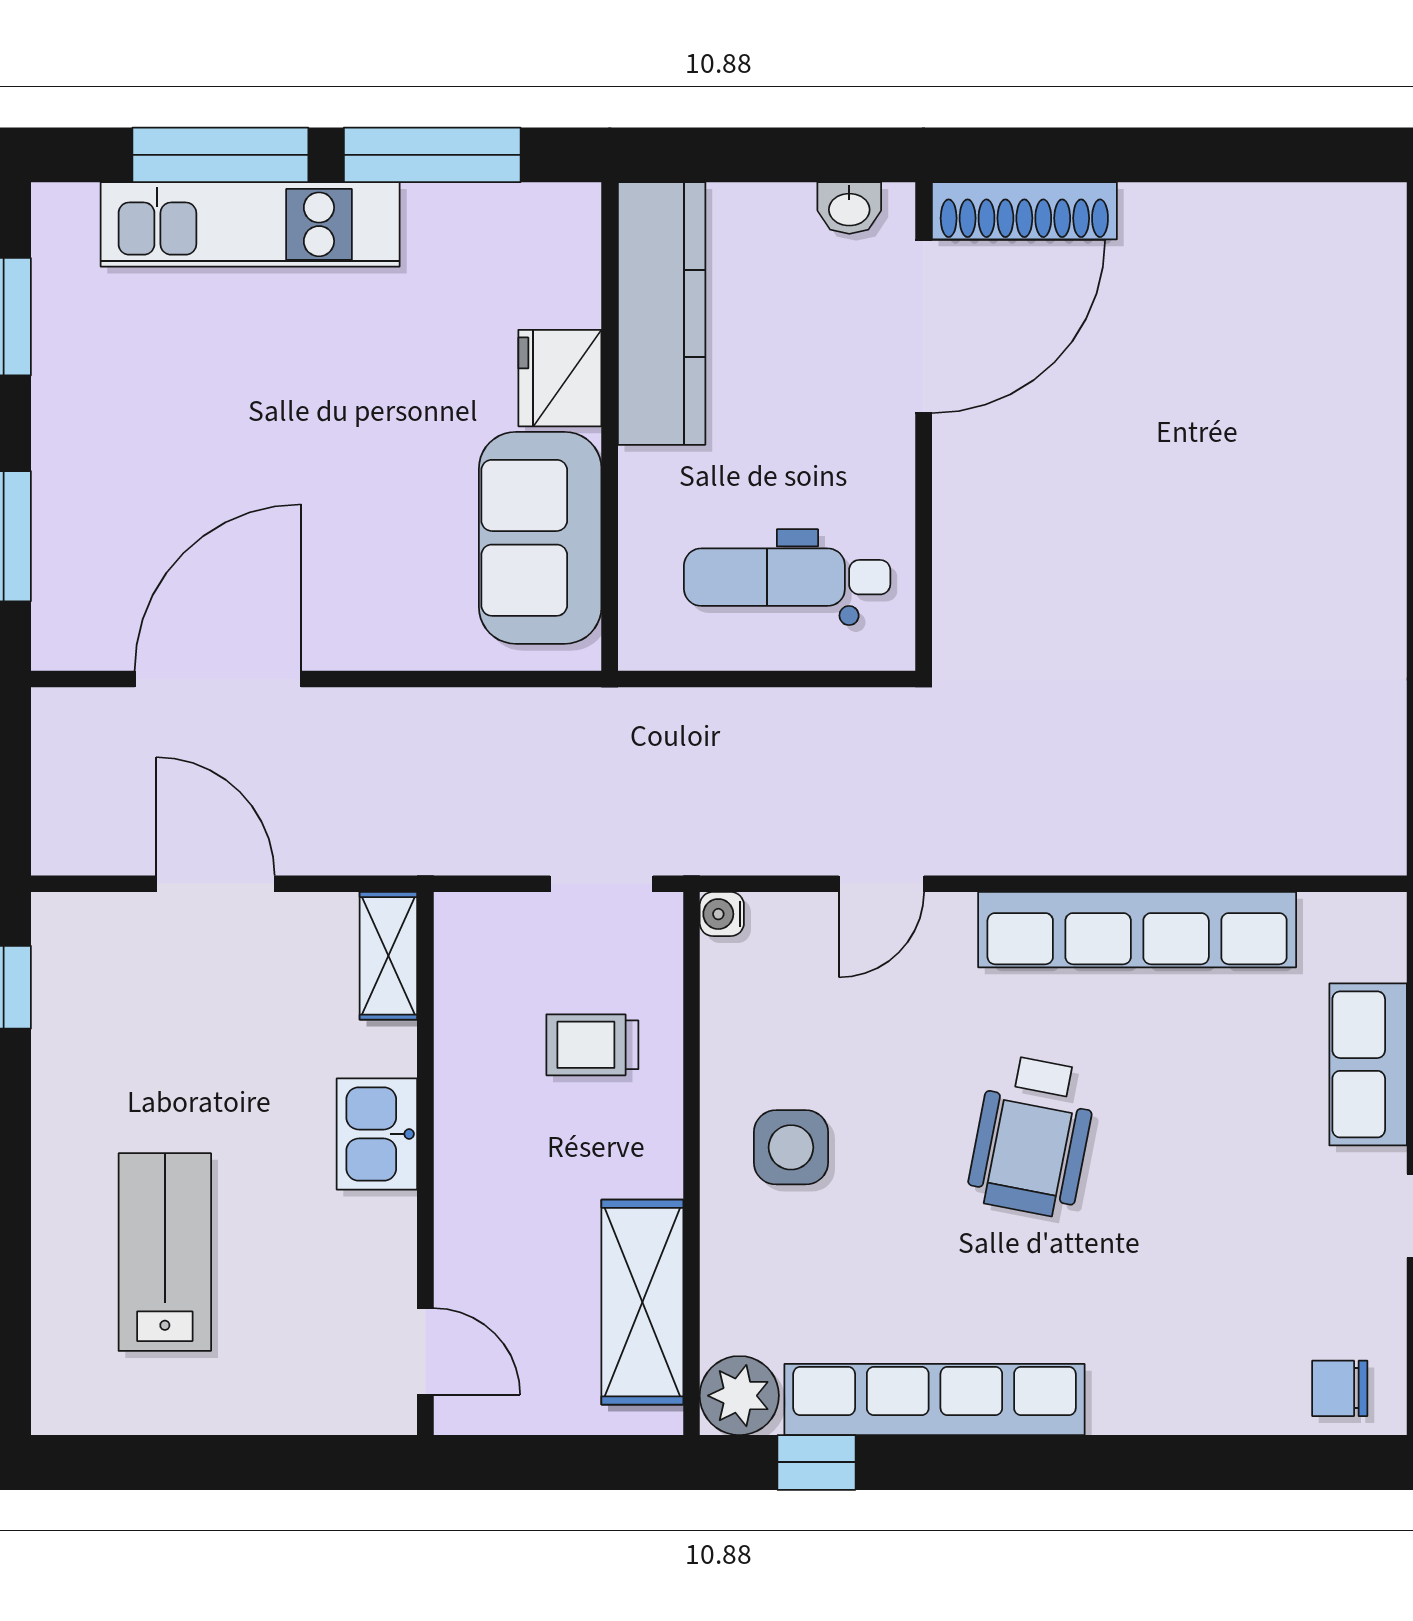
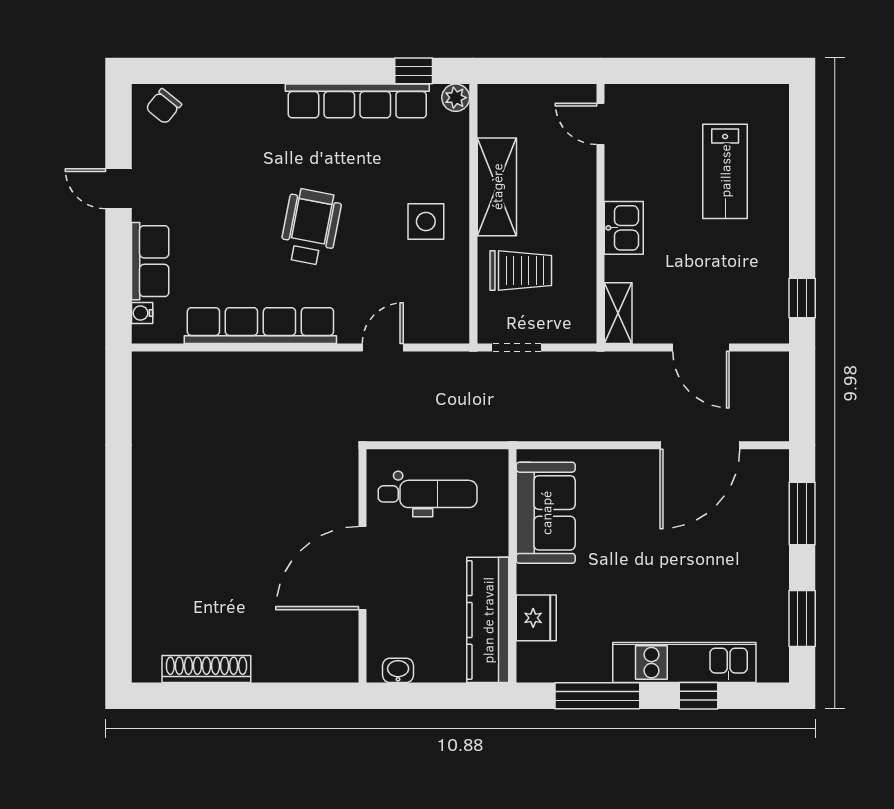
window: (220, 155) -> (699, 696), width x0.46
shoe rack: (1024, 211) -> (206, 669), moved
door: (924, 326) -> (362, 568), moved
fridge: (560, 378) -> (536, 618), moved
water cooler: (722, 914) -> (142, 313), moved, turned 180
trolley: (592, 1045) -> (521, 270), width x1.36, depth x1.39
shelving: (642, 1302) -> (497, 187), moved
chair: (1340, 1388) -> (164, 106), turned 129
plant: (739, 1396) -> (456, 98), width x0.73, depth x0.73

